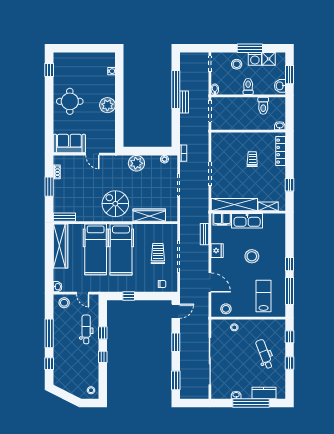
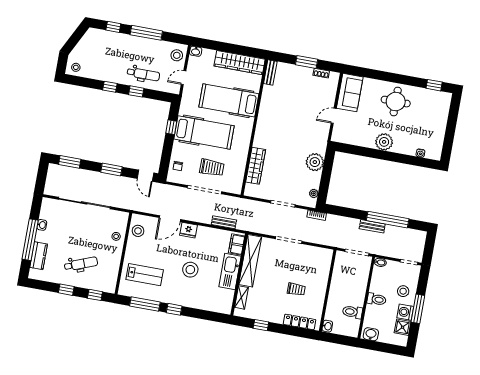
window: (290, 75) -> (381, 347), removed
spiral stairs: (115, 204) -> (275, 131), removed
hospital bed: (121, 249) -> (204, 132), moved, turned 180
fridge: (217, 251) -> (188, 230), moved

